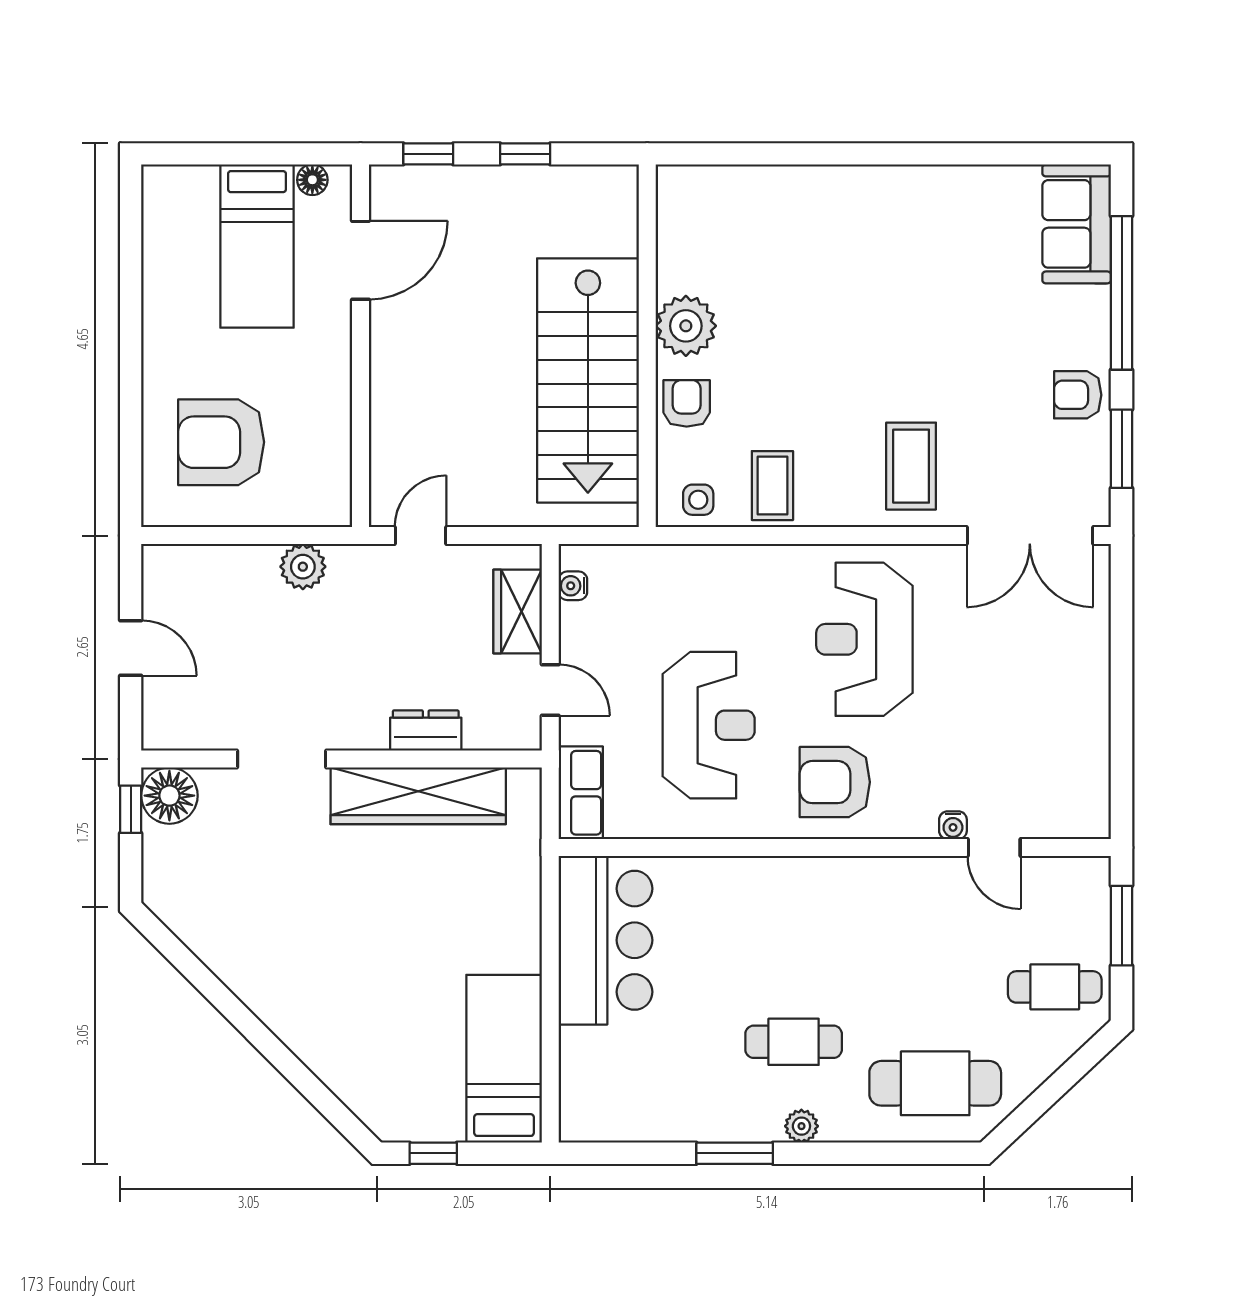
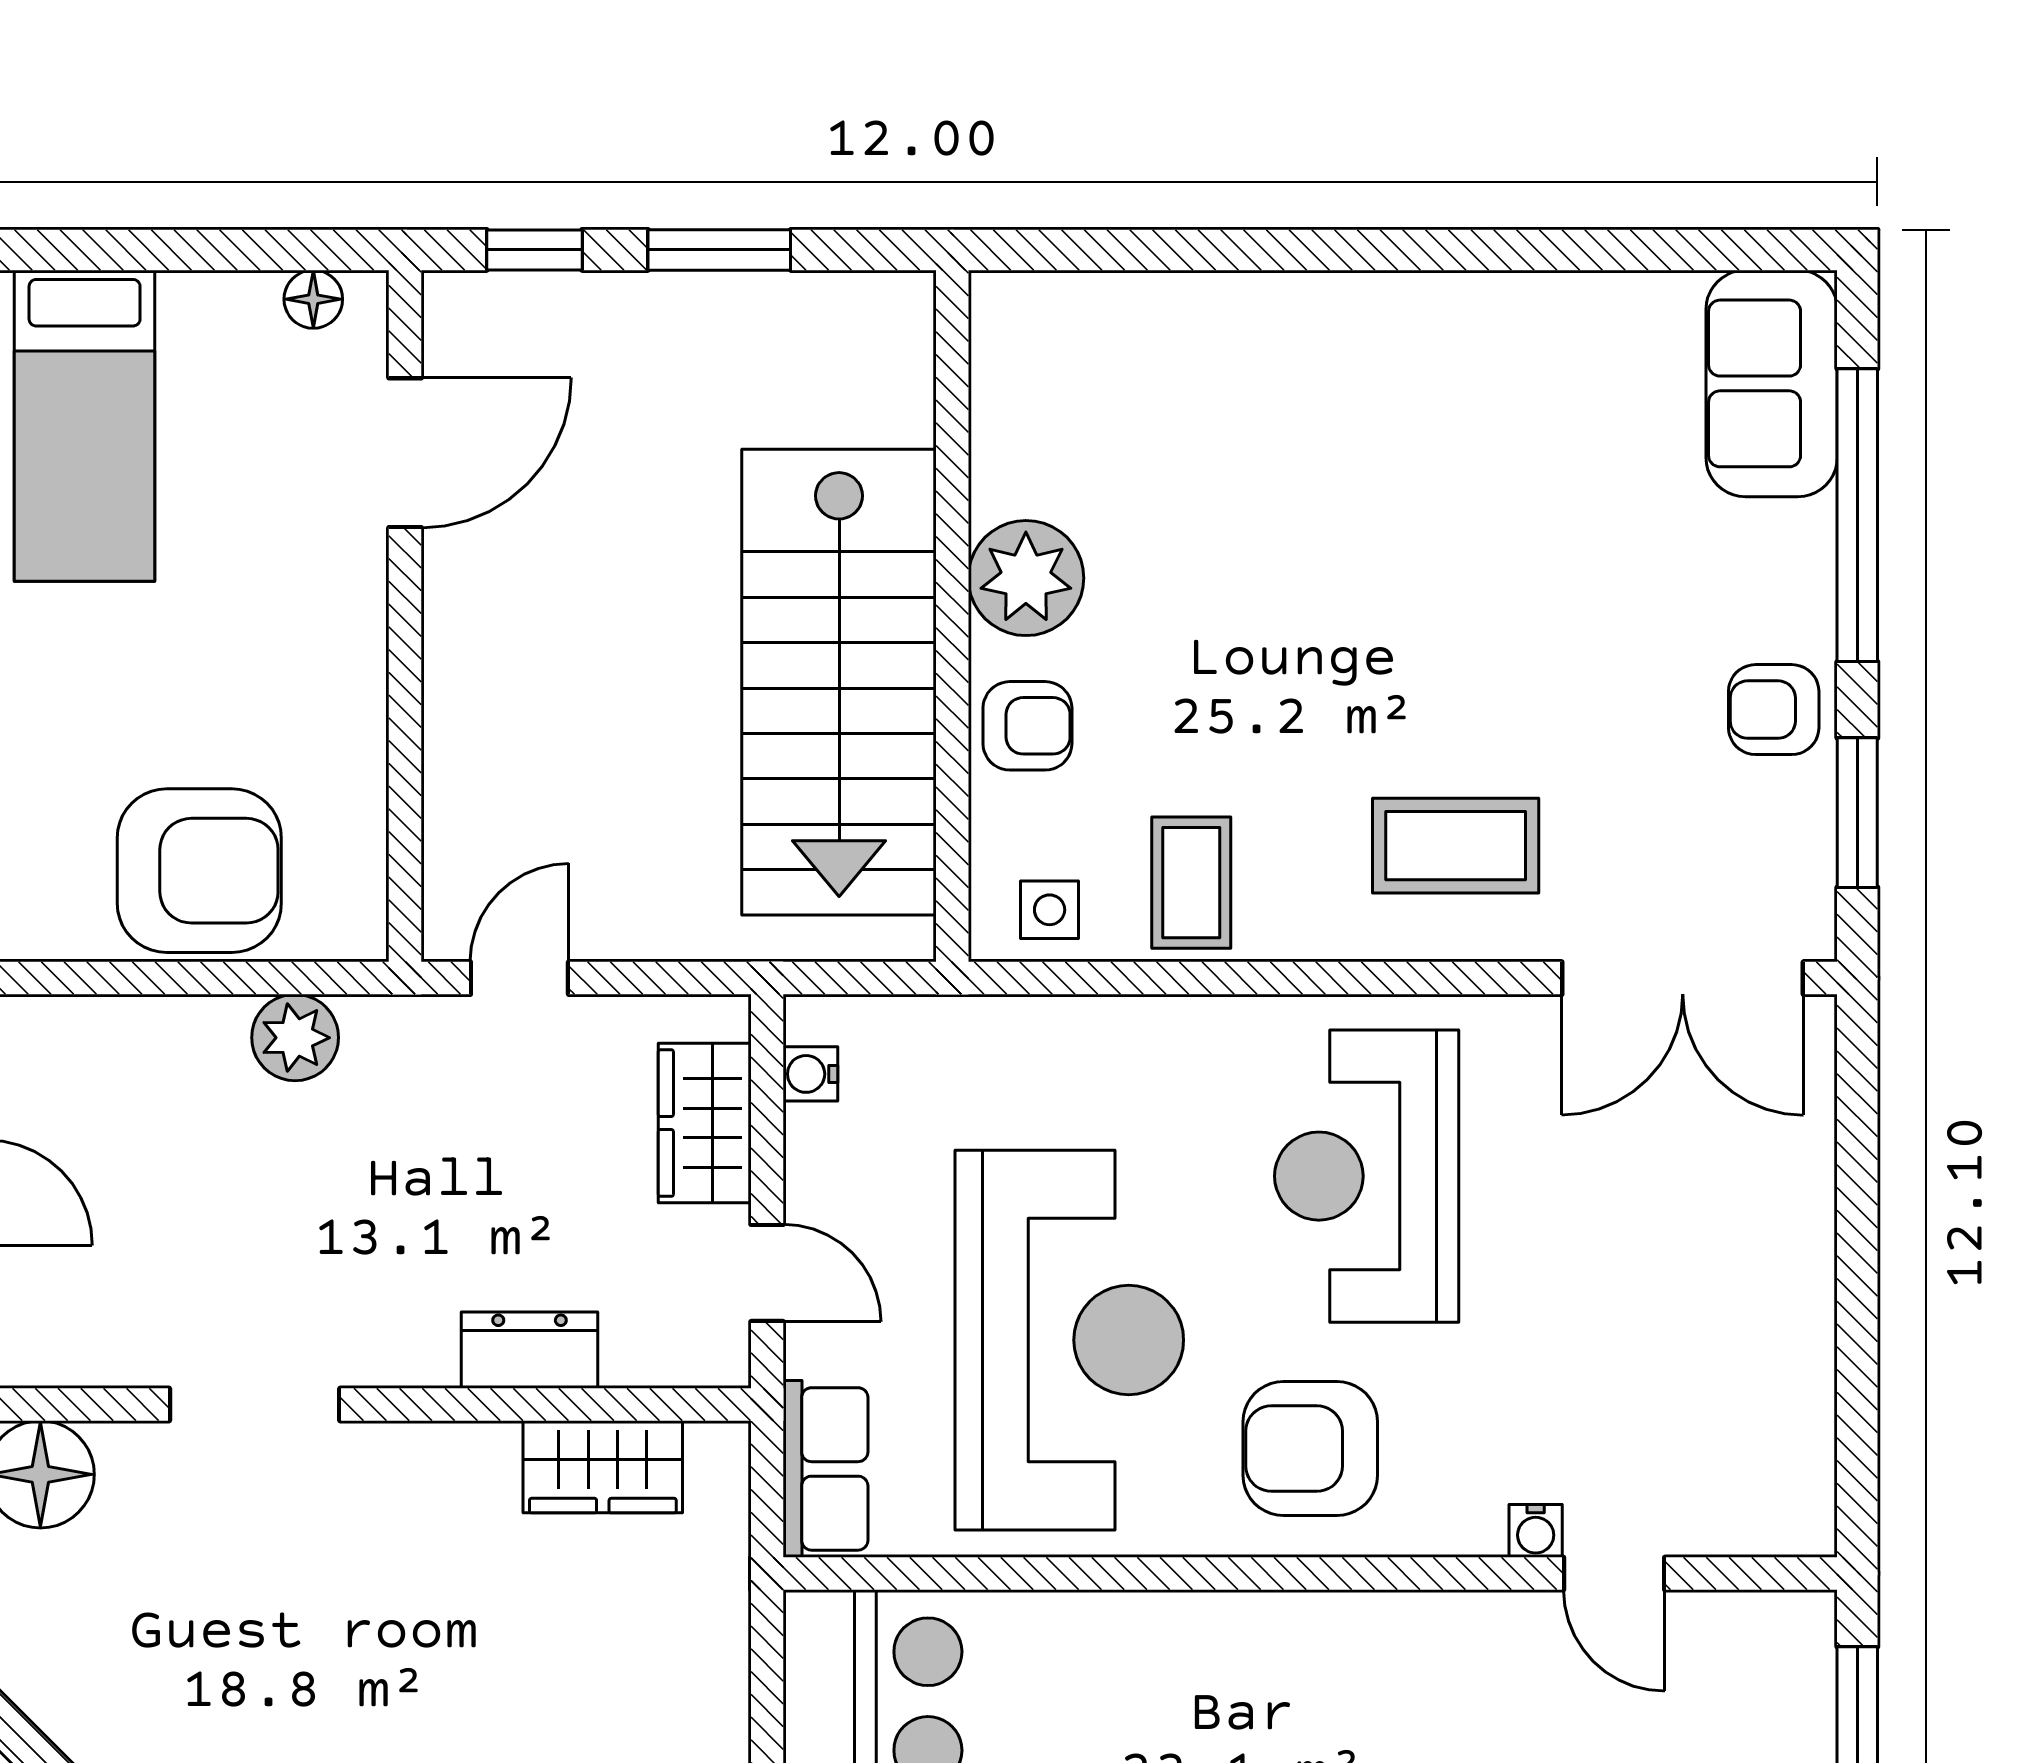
window: (525, 154) -> (719, 250), width x1.50
bed: (257, 246) -> (85, 426), moved
armchair: (687, 403) -> (1027, 726), turned 90
armchair: (221, 442) -> (199, 871), moved, turned 180
coffee table: (911, 466) -> (1456, 846), turned 90
reception desk: (709, 725) -> (1069, 1340), width x1.36, depth x1.30
wardrobe: (418, 796) -> (603, 1467), width x0.48, depth x0.85

